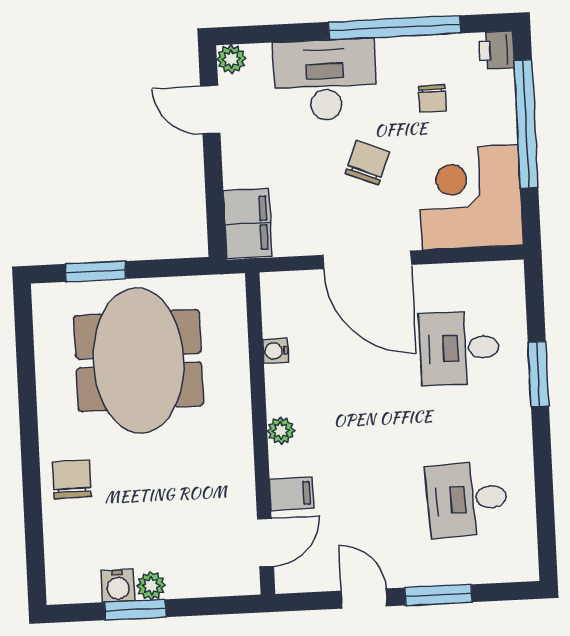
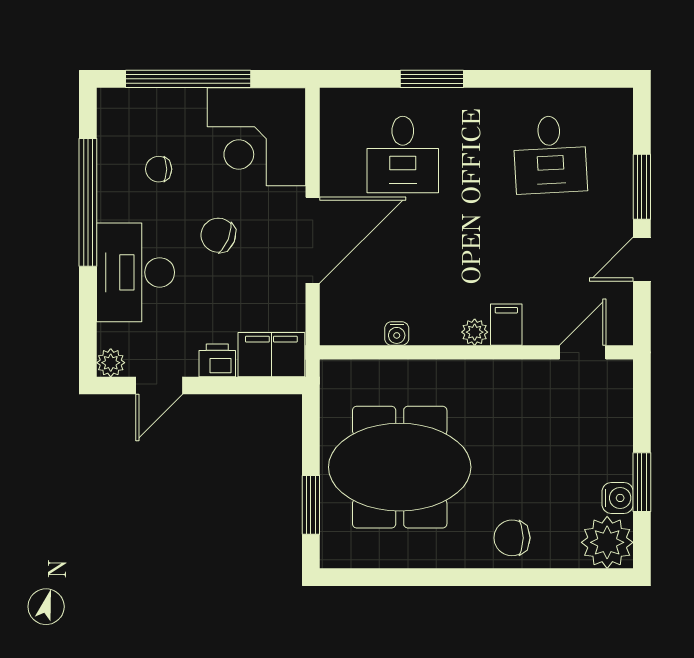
printer: (497, 50) -> (217, 360), moved, turned 180
chair: (432, 98) -> (159, 169), turned 180
filing cabinet: (292, 494) -> (506, 325), moved
door: (265, 542) -> (583, 352), hinge flipped
plant: (151, 586) -> (607, 542), moved, width x1.88, depth x1.88

